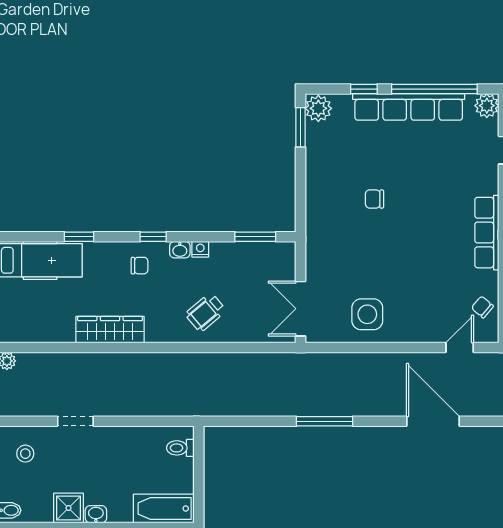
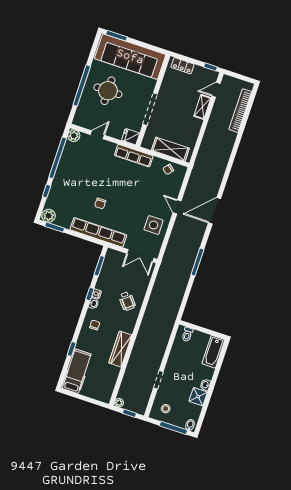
row of seats: (409, 107) -> (98, 232), moved, turned -90
window: (153, 237) -> (90, 294), moved
door: (460, 347) -> (177, 207), moved

